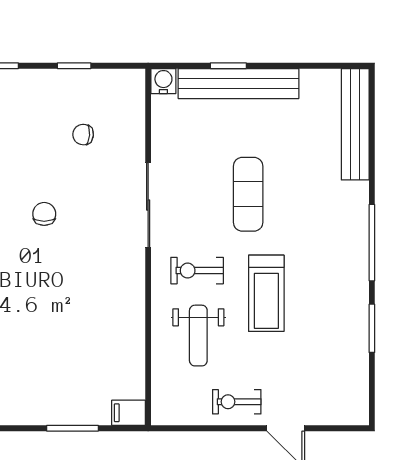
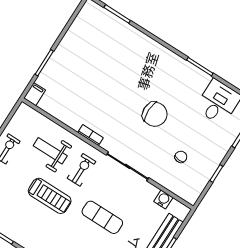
water cooler: (163, 81) -> (163, 199), moved, turned -90
chair: (44, 214) -> (155, 114), width x1.87, depth x1.87
bookcase: (137, 290) -> (90, 135), added
treadmill: (266, 293) -> (50, 196), turned 180

